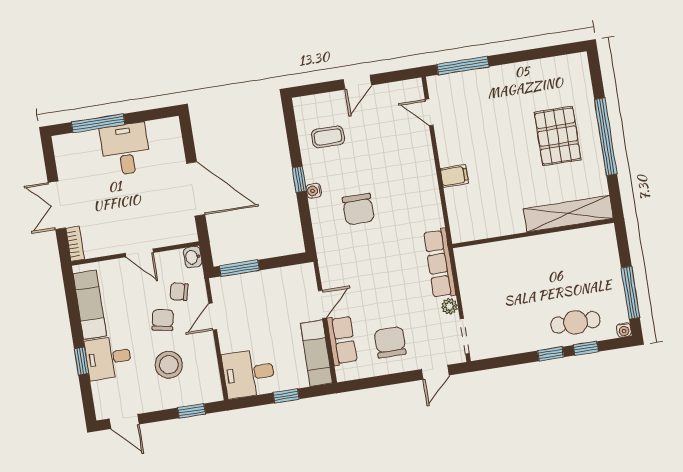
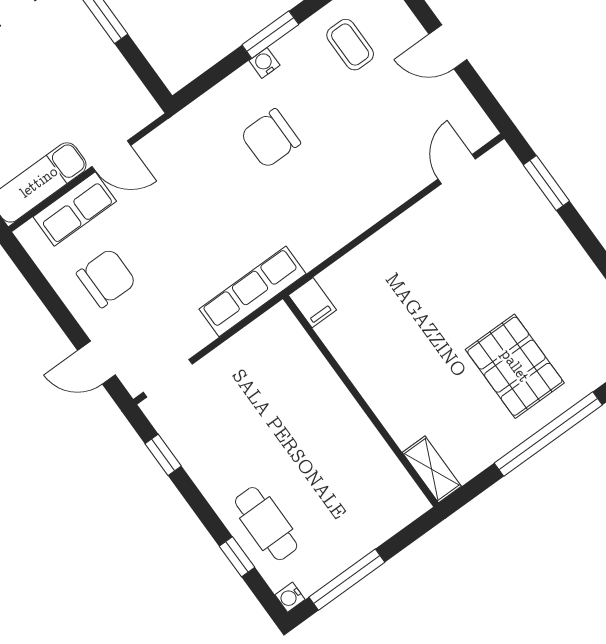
window: (463, 65) -> (546, 183), width x0.69
pallet: (558, 136) -> (515, 366), turned 90
filing cabinet: (454, 176) -> (312, 303), moved
window: (299, 179) -> (270, 35), width x1.50
shelving: (568, 214) -> (432, 469), width x0.45, depth x0.75
plant: (449, 306) -> (199, 336), removed
window: (551, 354) -> (163, 455), moved

